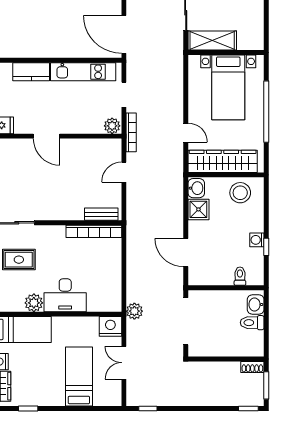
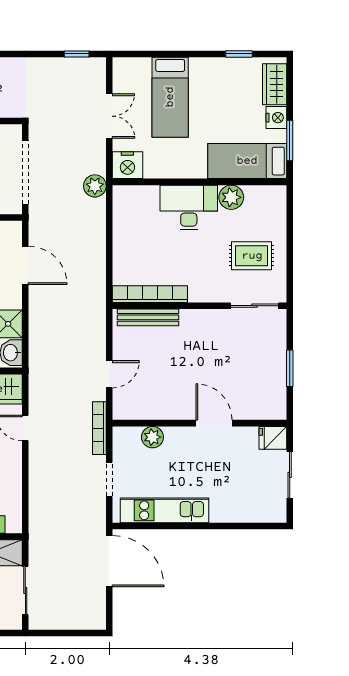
kitchen counter: (31, 72) -> (235, 510), removed
plant: (112, 126) -> (152, 437), moved
bench: (101, 214) -> (148, 317), width x1.36

